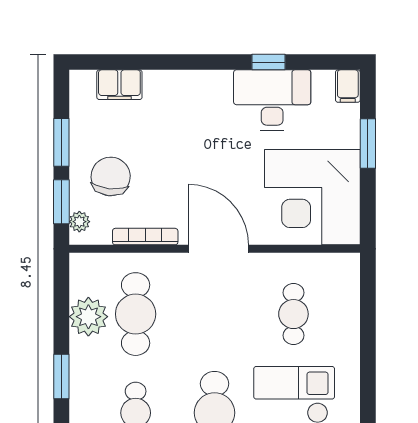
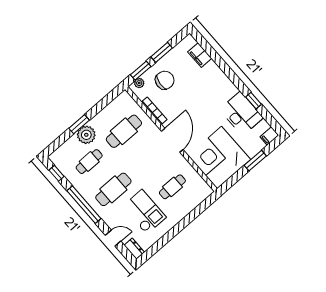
plant: (88, 317) -> (86, 135), moved

